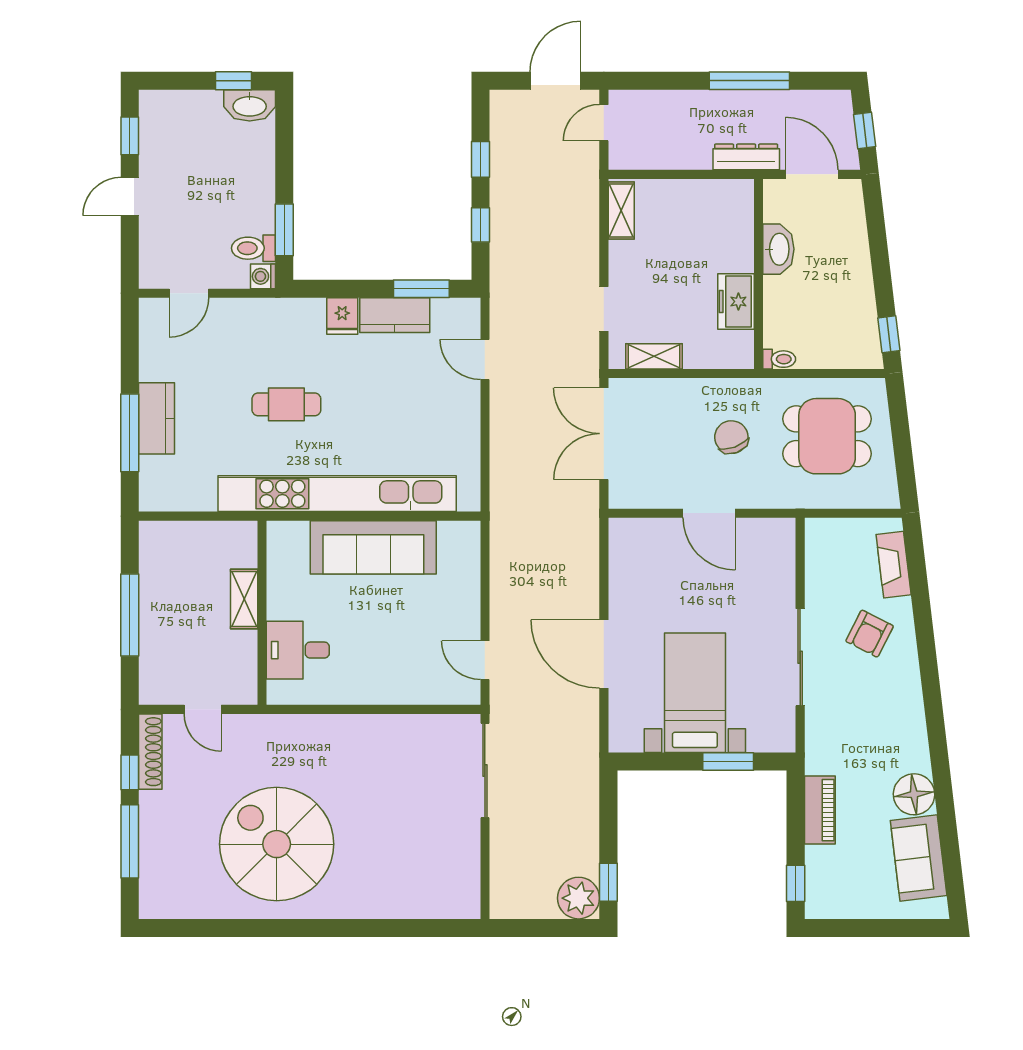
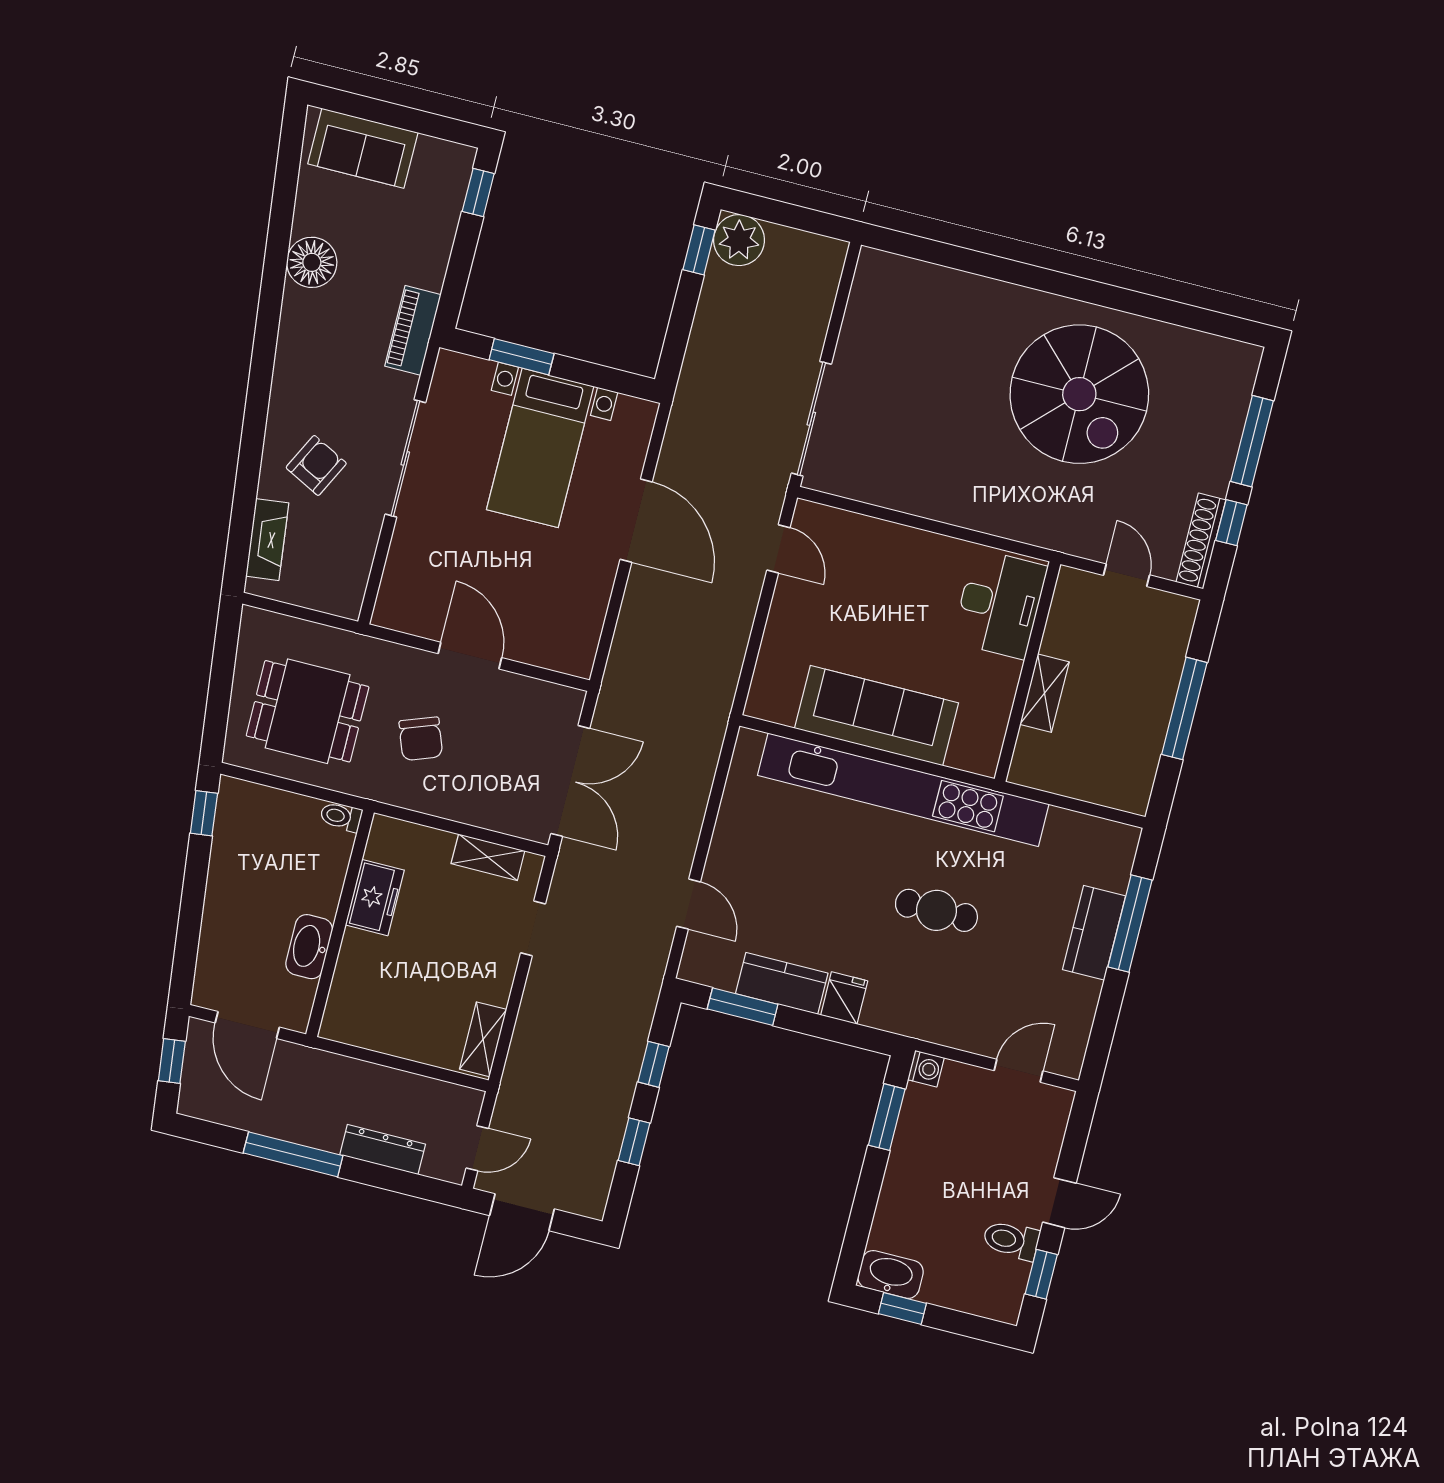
dresser: (746, 157) -> (383, 1149), moved, turned 180
toilet: (253, 248) -> (1011, 1240), moved, turned 180
desk: (298, 650) -> (1000, 604), width x1.37
piano: (820, 810) -> (413, 330), moved
sofa: (919, 858) -> (363, 148), moved, turned 97

